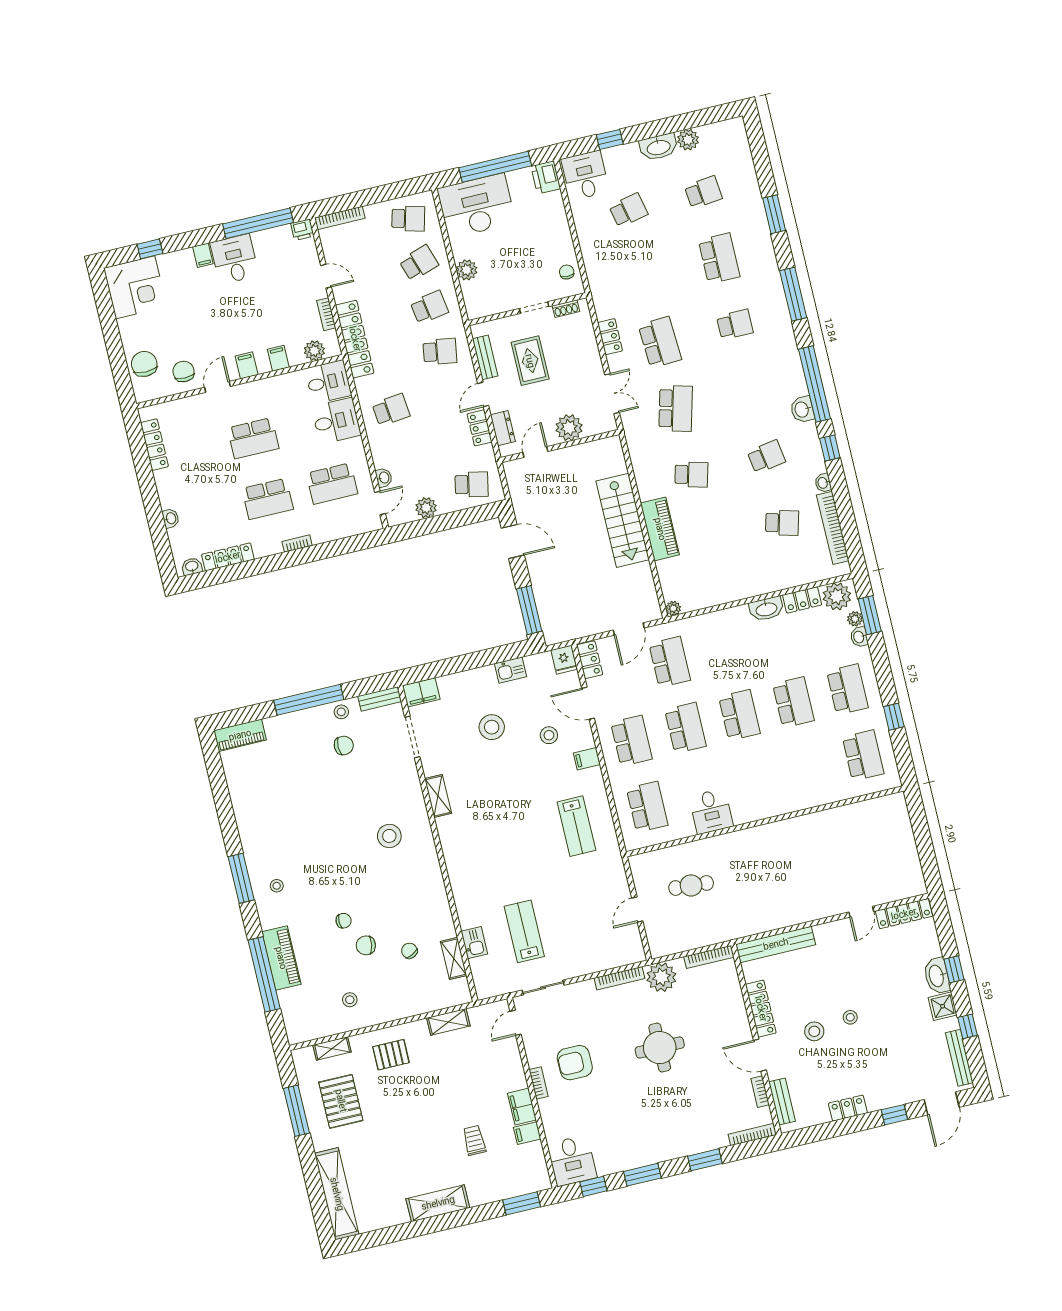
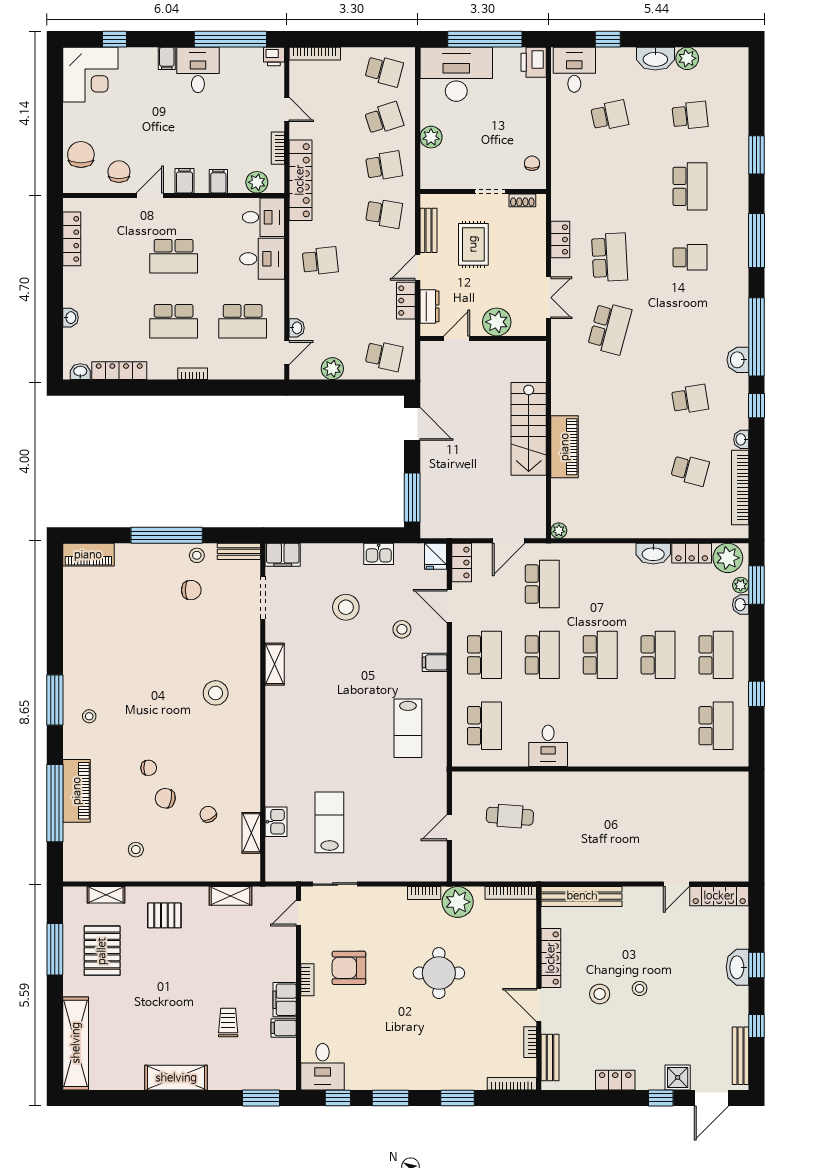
school desk: (691, 475) -> (610, 399), removed
bookcase: (619, 978) -> (424, 893), width x0.64
shower: (943, 1006) -> (678, 1077), moved

